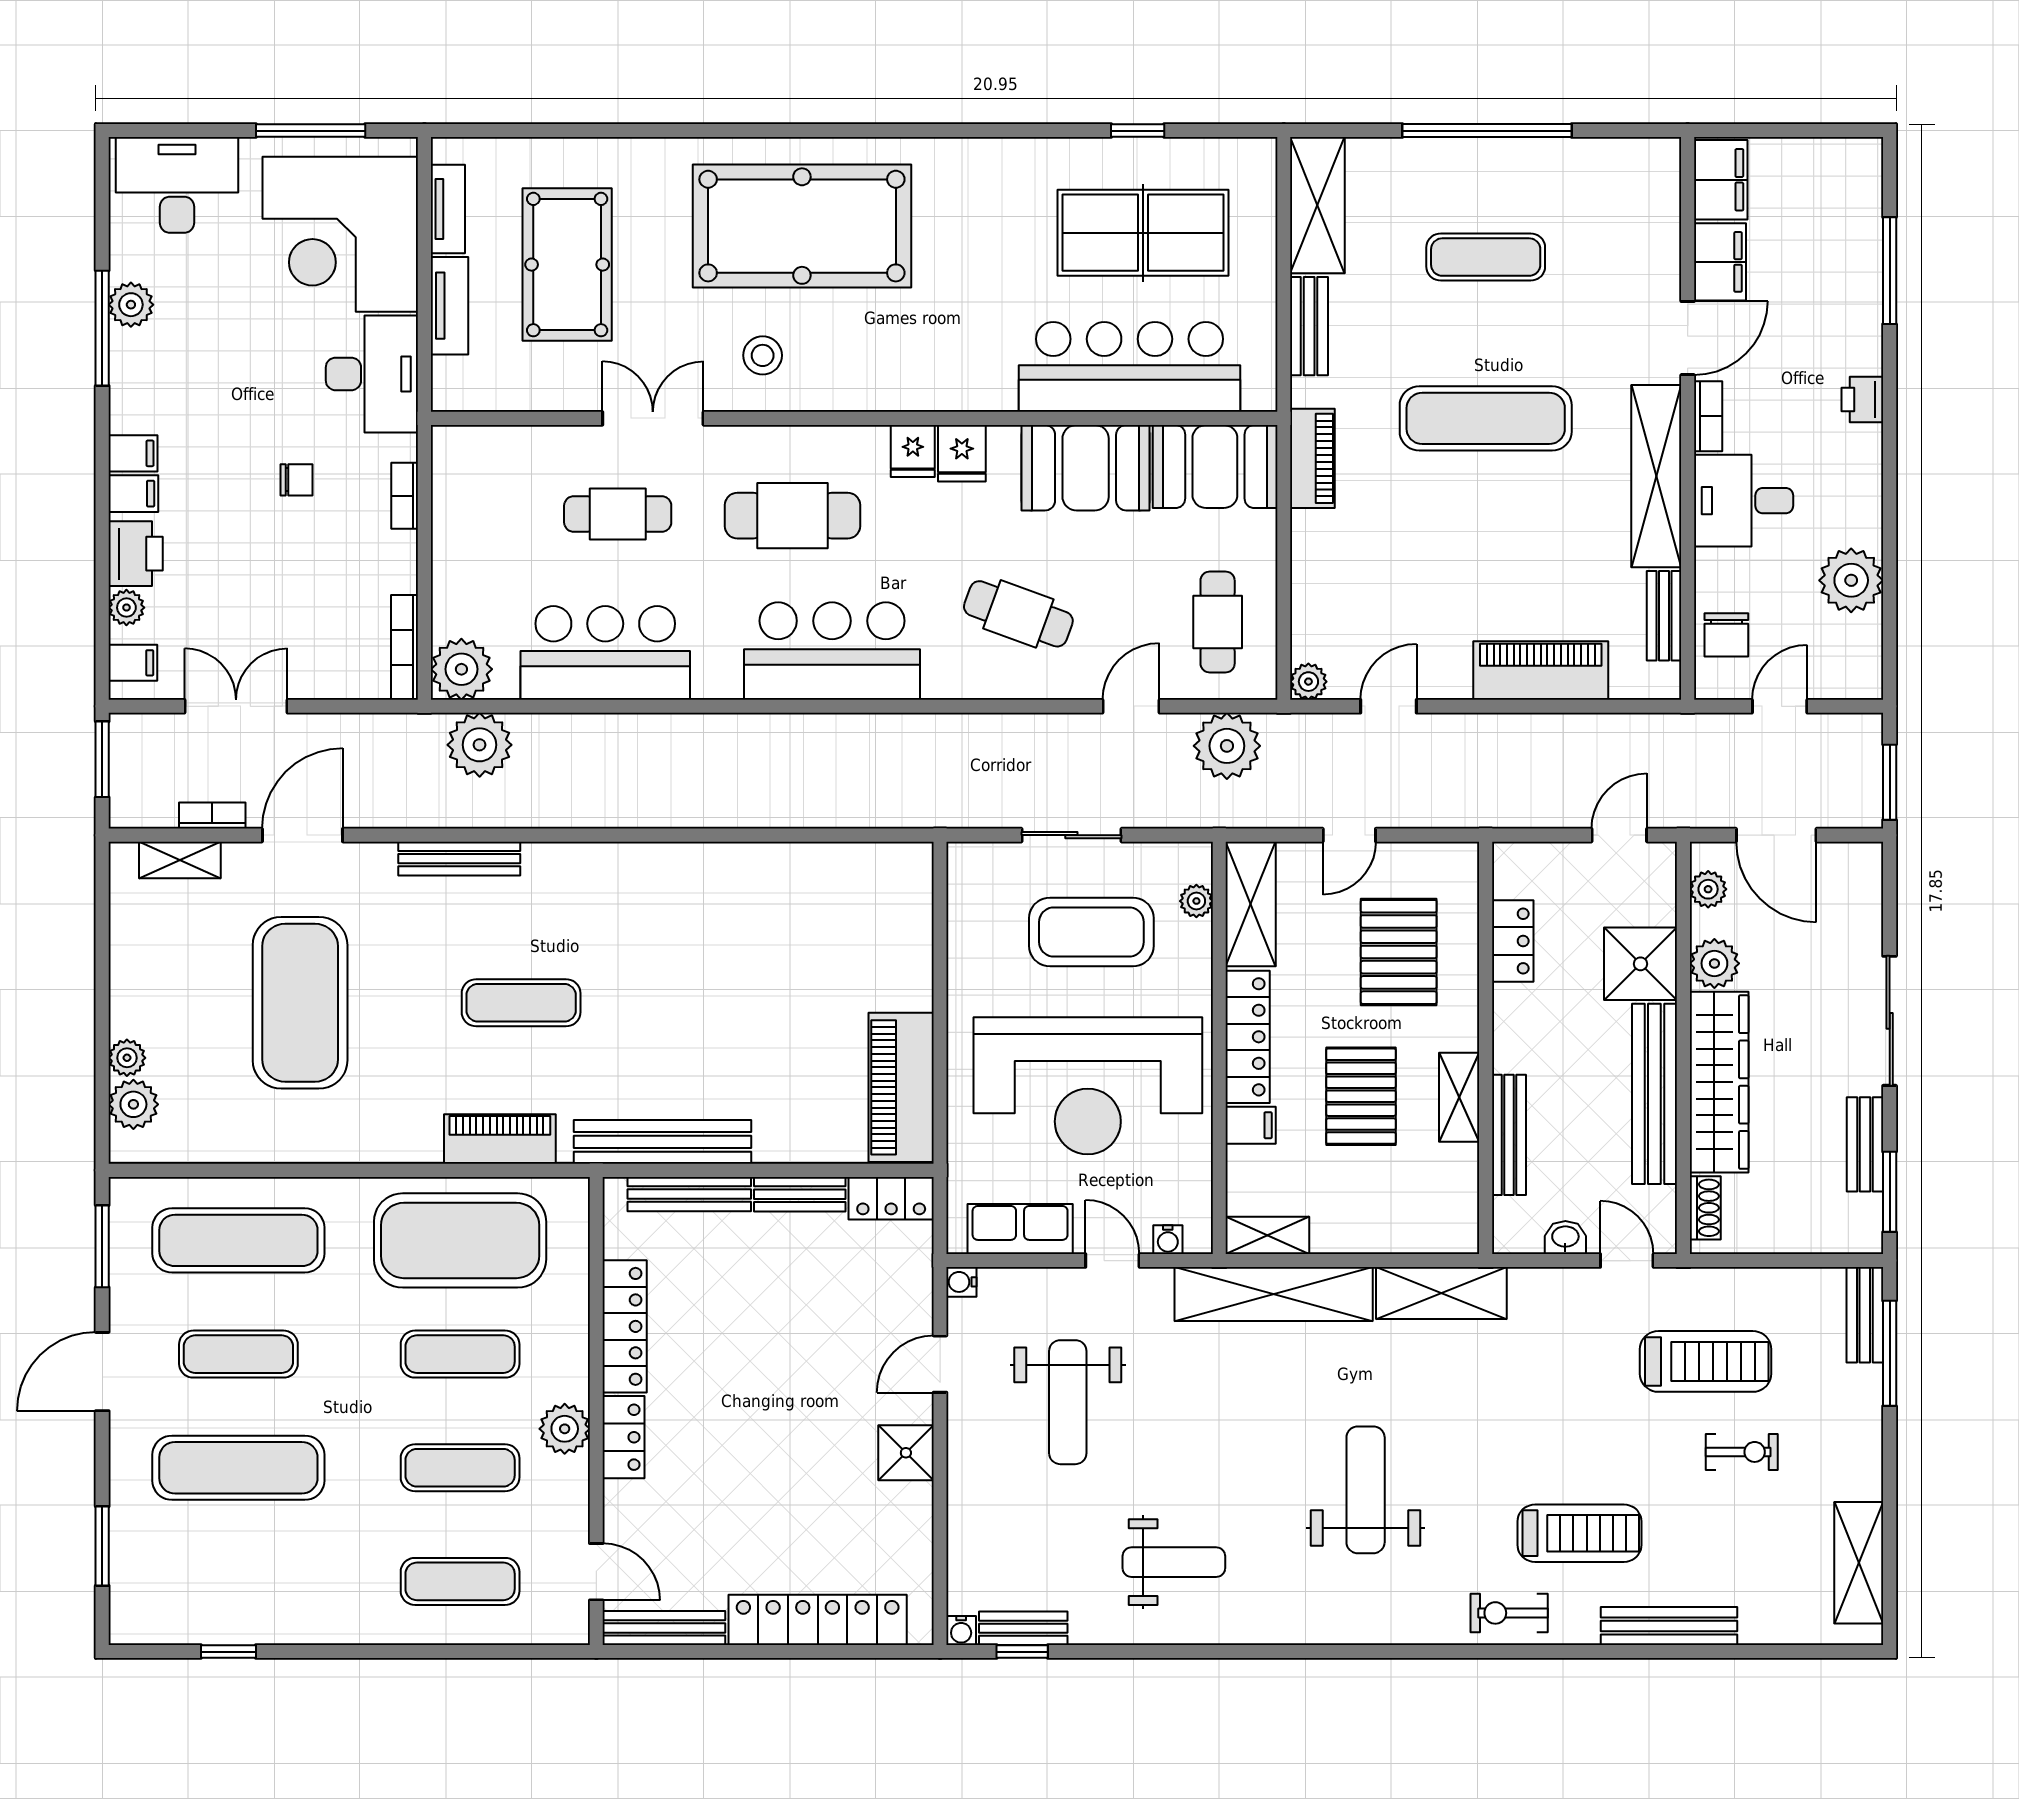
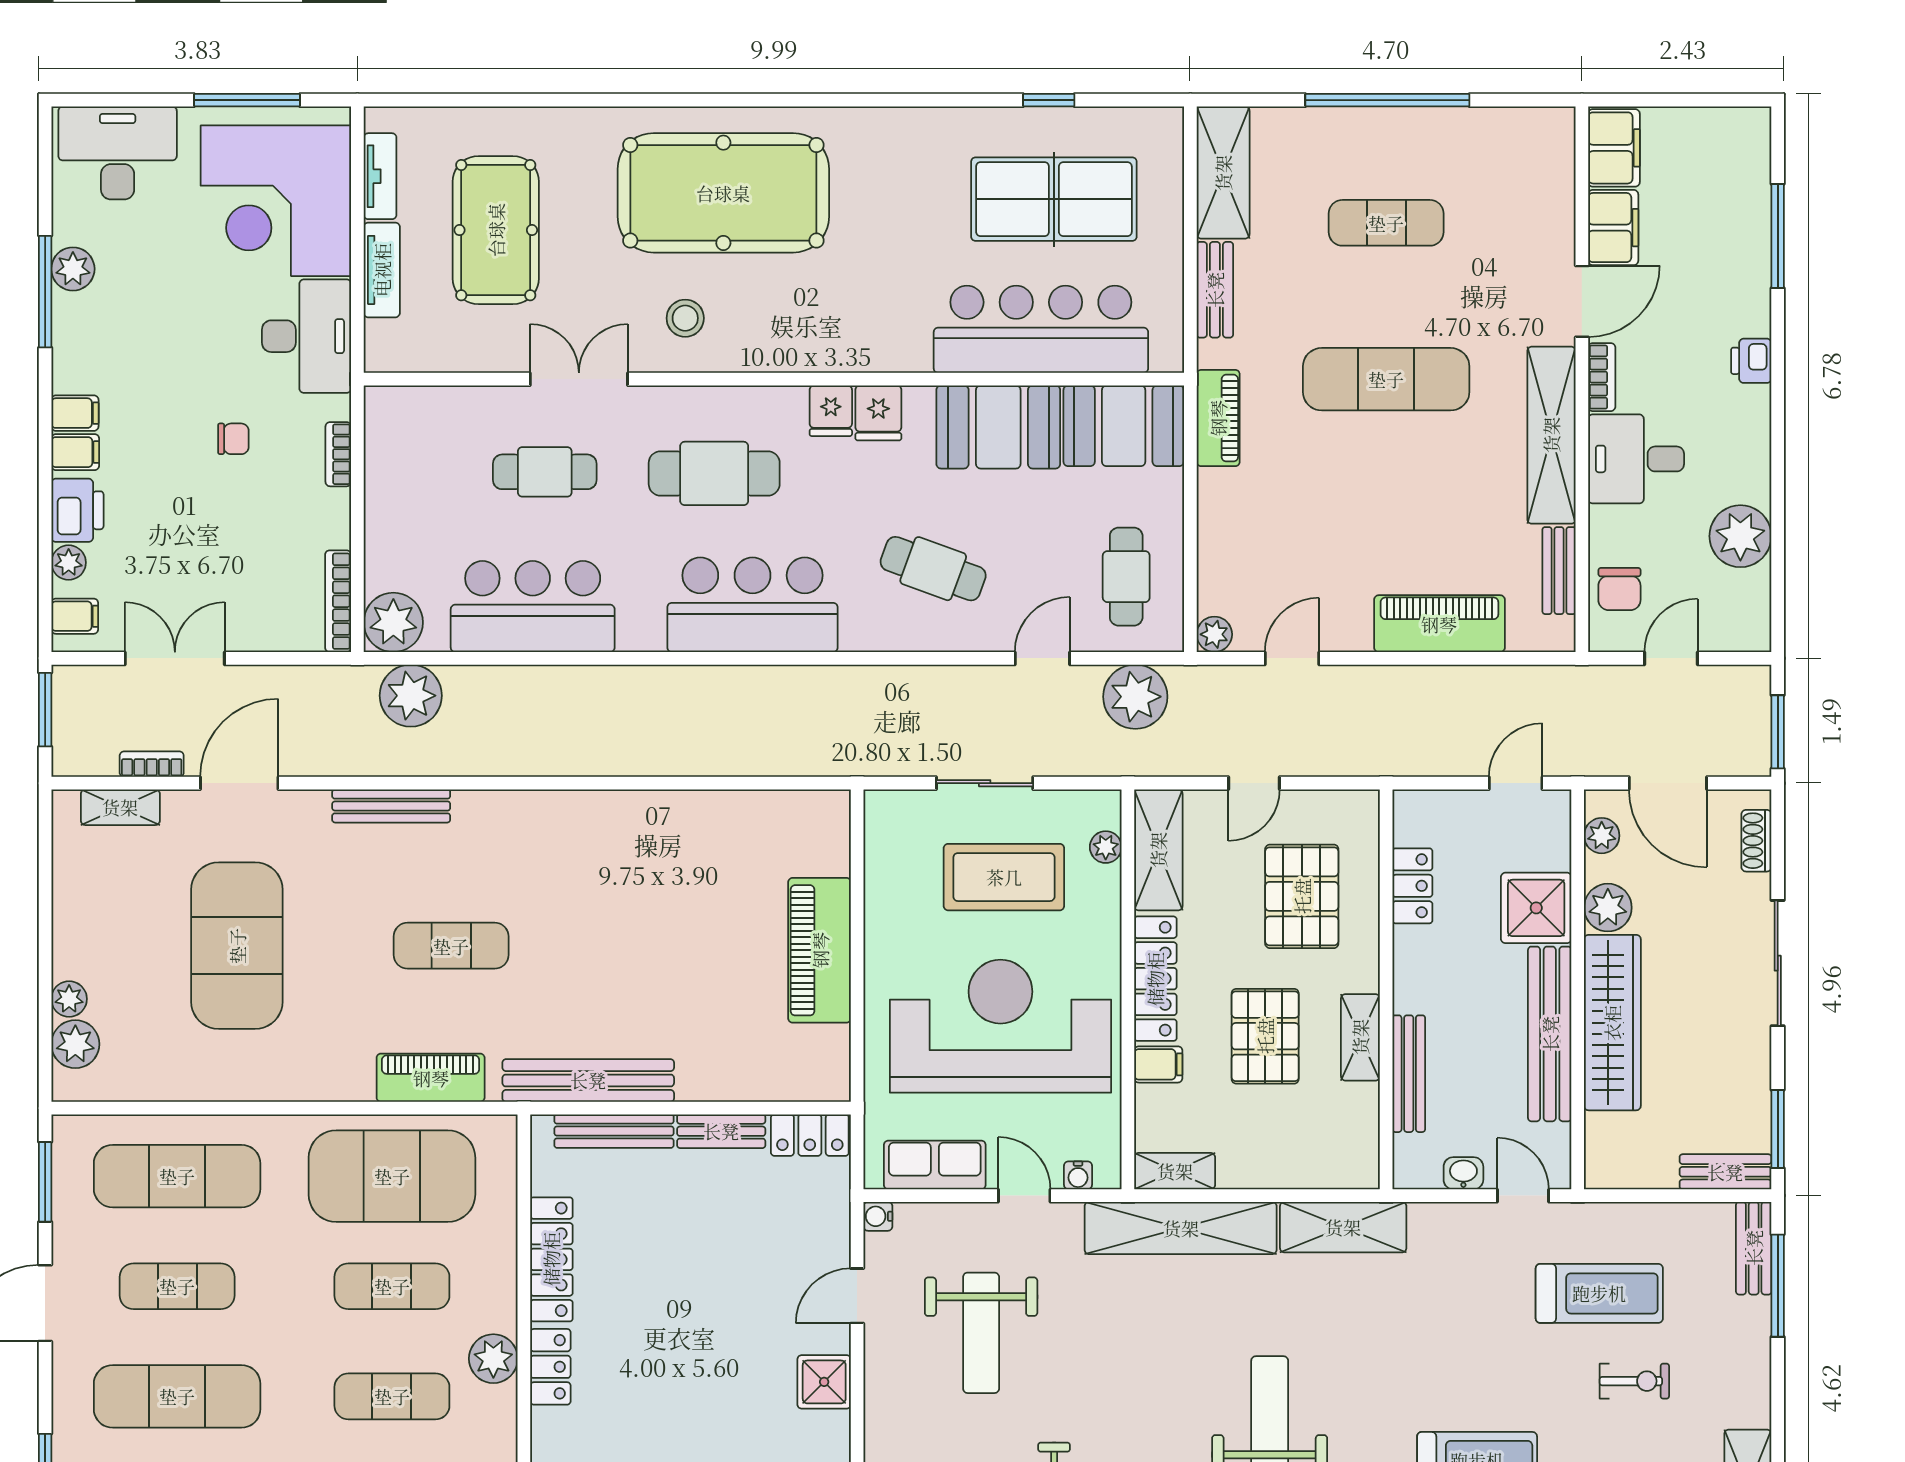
reception desk: (1088, 1086) -> (1000, 1026), turned 180
piano: (901, 1087) -> (820, 950), moved
bench: (1865, 1144) -> (1725, 1172), moved, turned 90
shoe rack: (1705, 1208) -> (1756, 841), moved, turned 180

